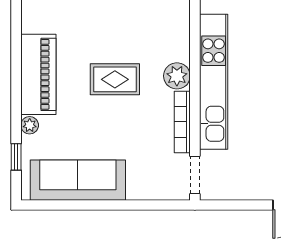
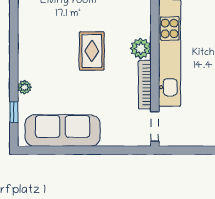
piano: (38, 74) -> (31, 47), removed
rug: (115, 79) -> (92, 51), turned 90

